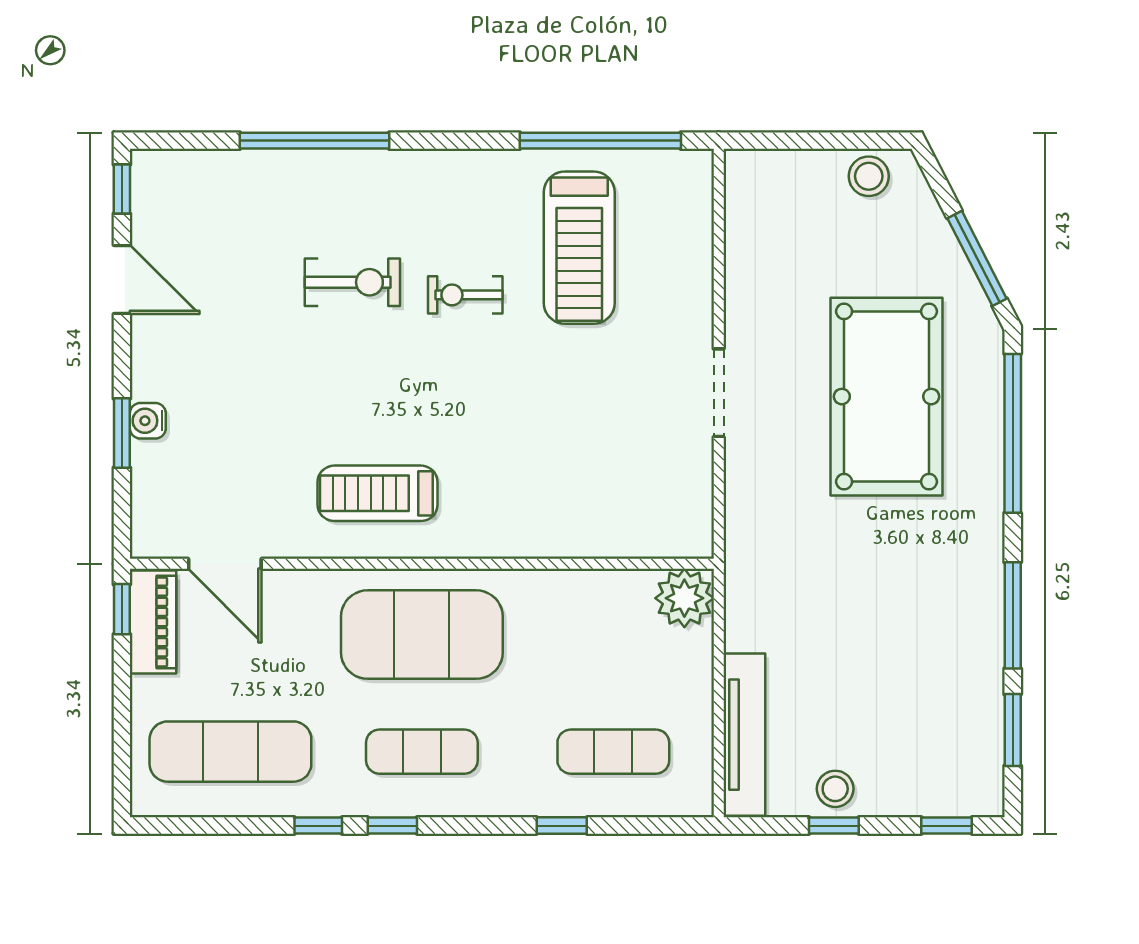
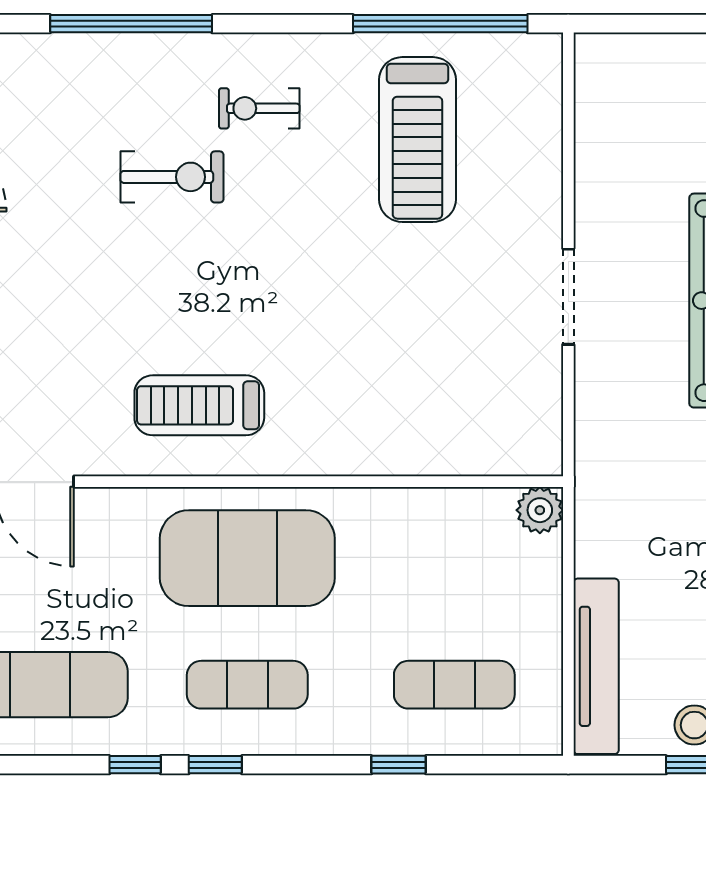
exercise bike: (465, 295) -> (259, 108), moved
plant: (684, 598) -> (540, 510), width x0.73, depth x0.73

